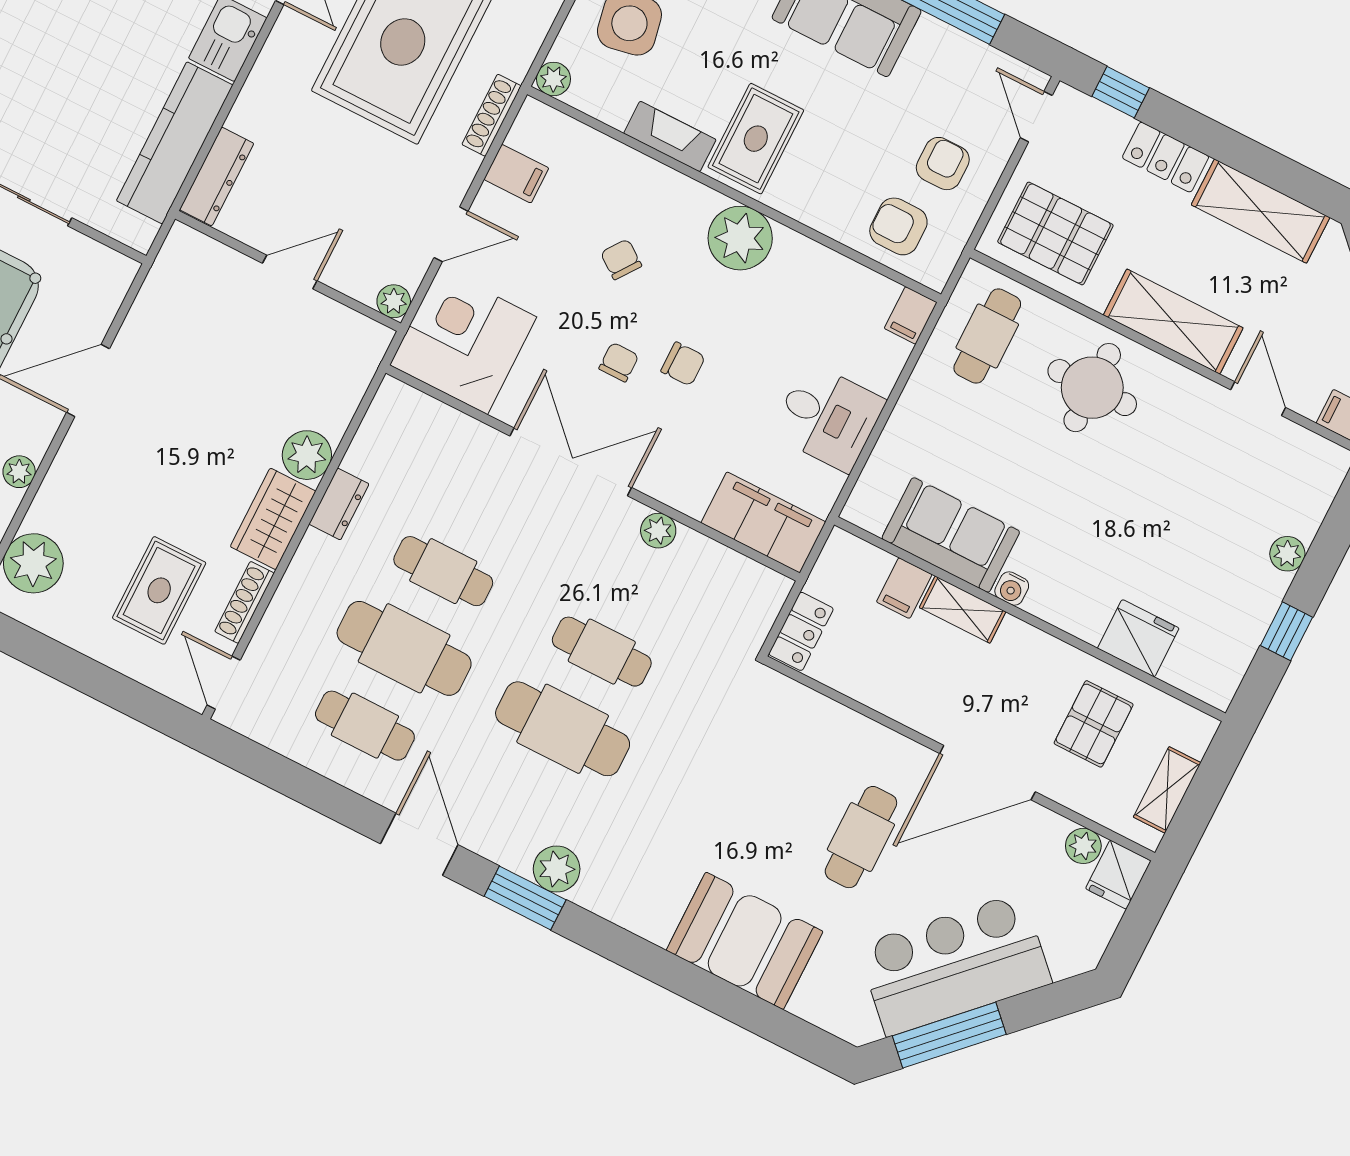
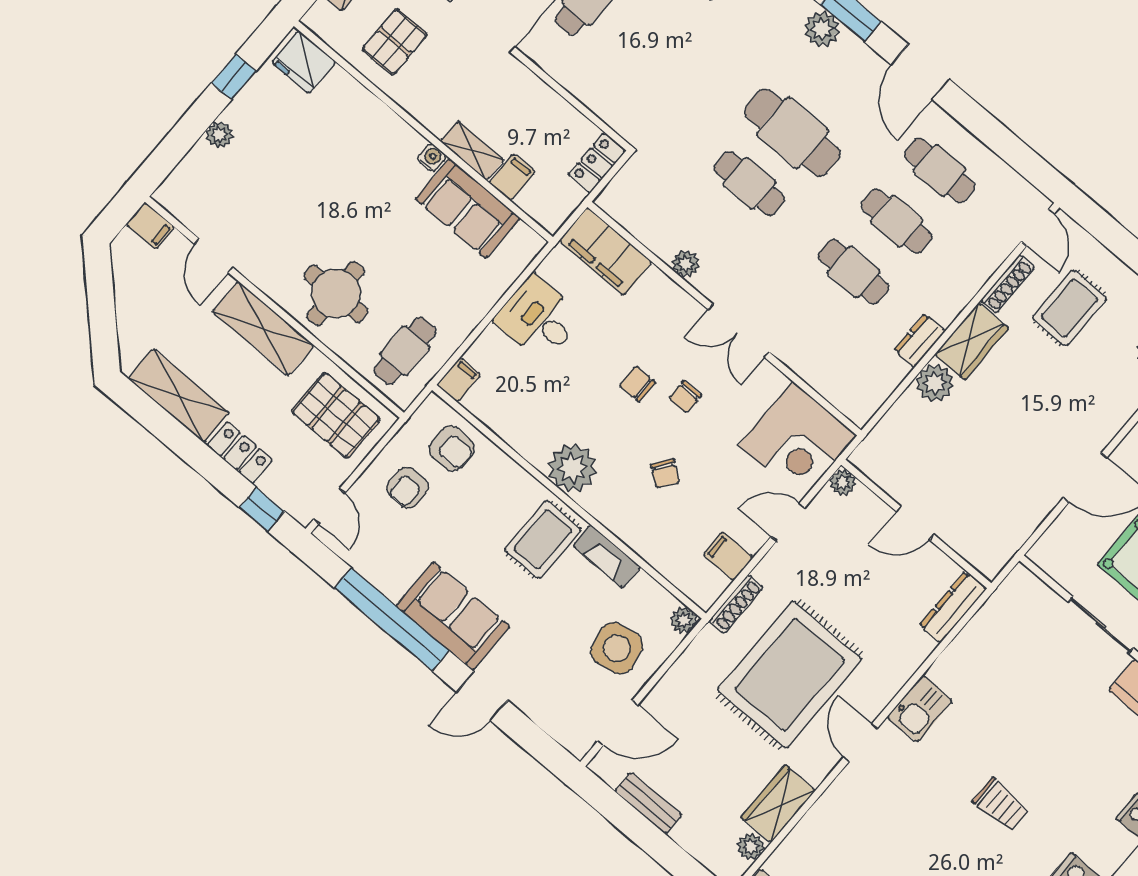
kitchen counter: (175, 143) -> (978, 640), removed
double door: (571, 462) -> (739, 331), width x0.73
fridge: (1138, 638) -> (304, 62), moved
cafe table: (404, 648) -> (897, 221), width x0.73, depth x0.74

